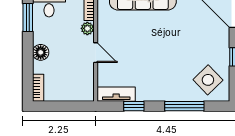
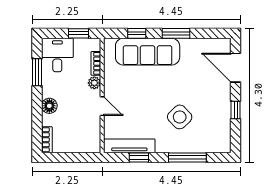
side table: (208, 80) -> (180, 117), moved
tv unit: (116, 94) -> (129, 146), width x1.41

